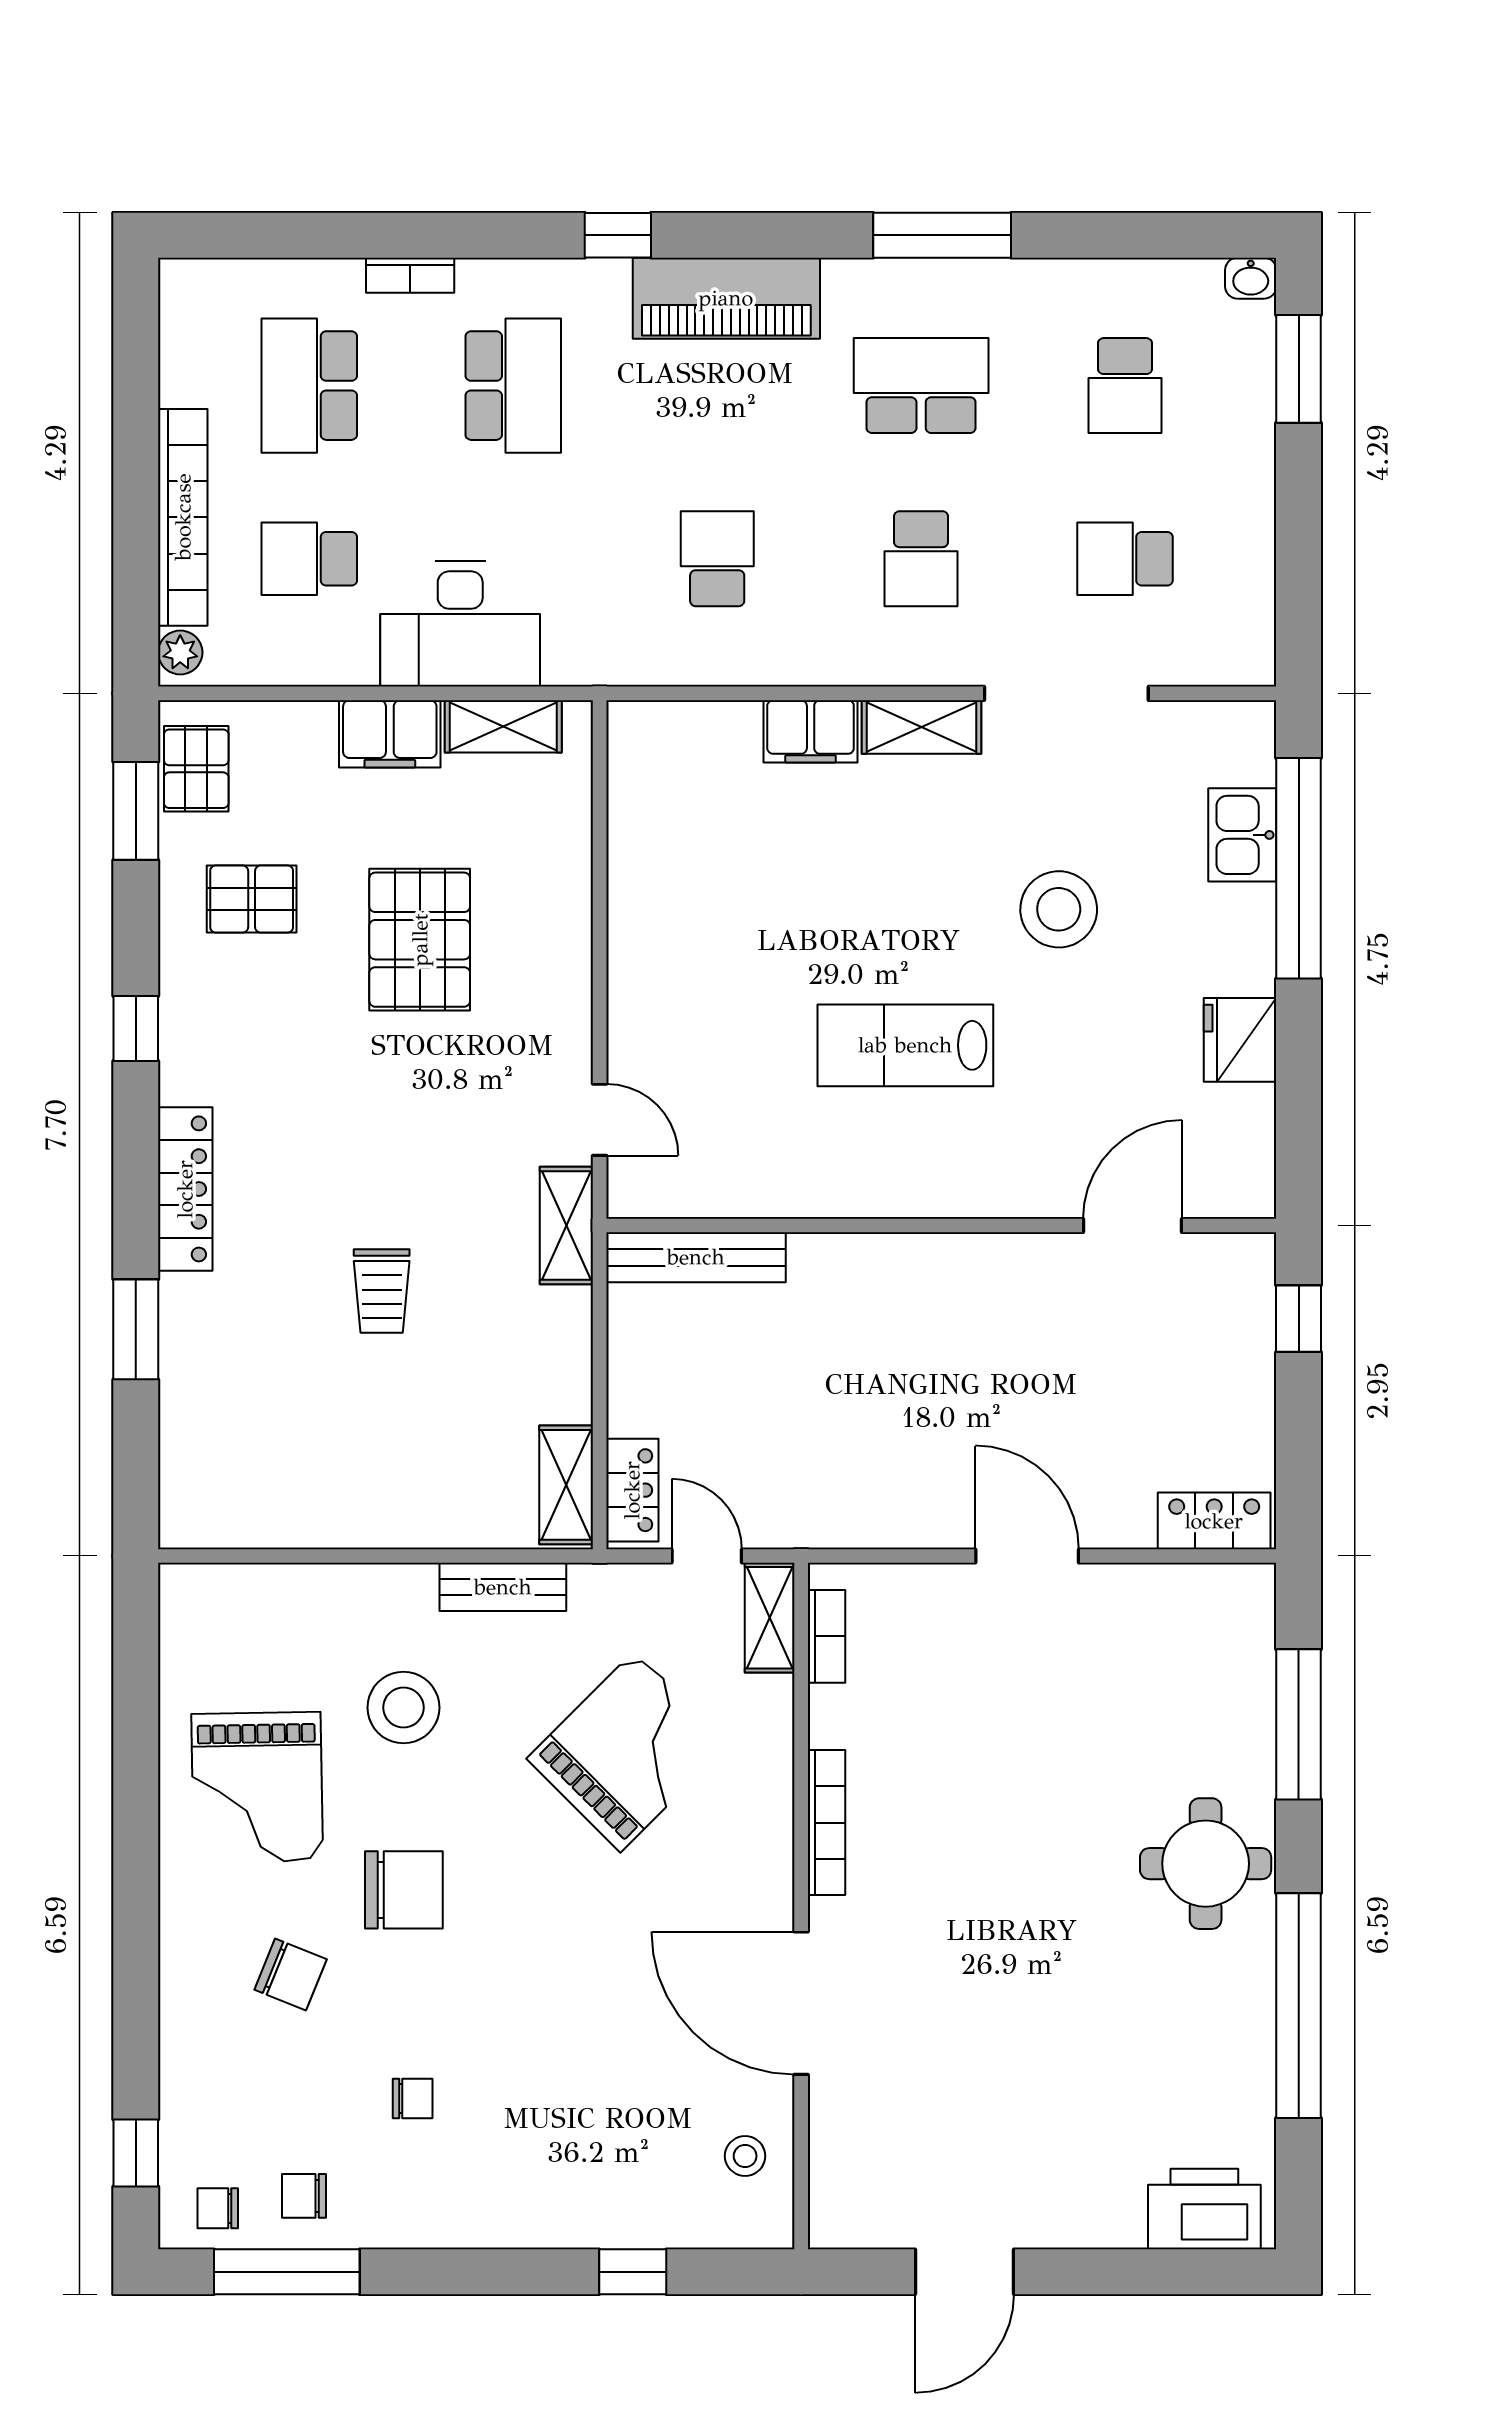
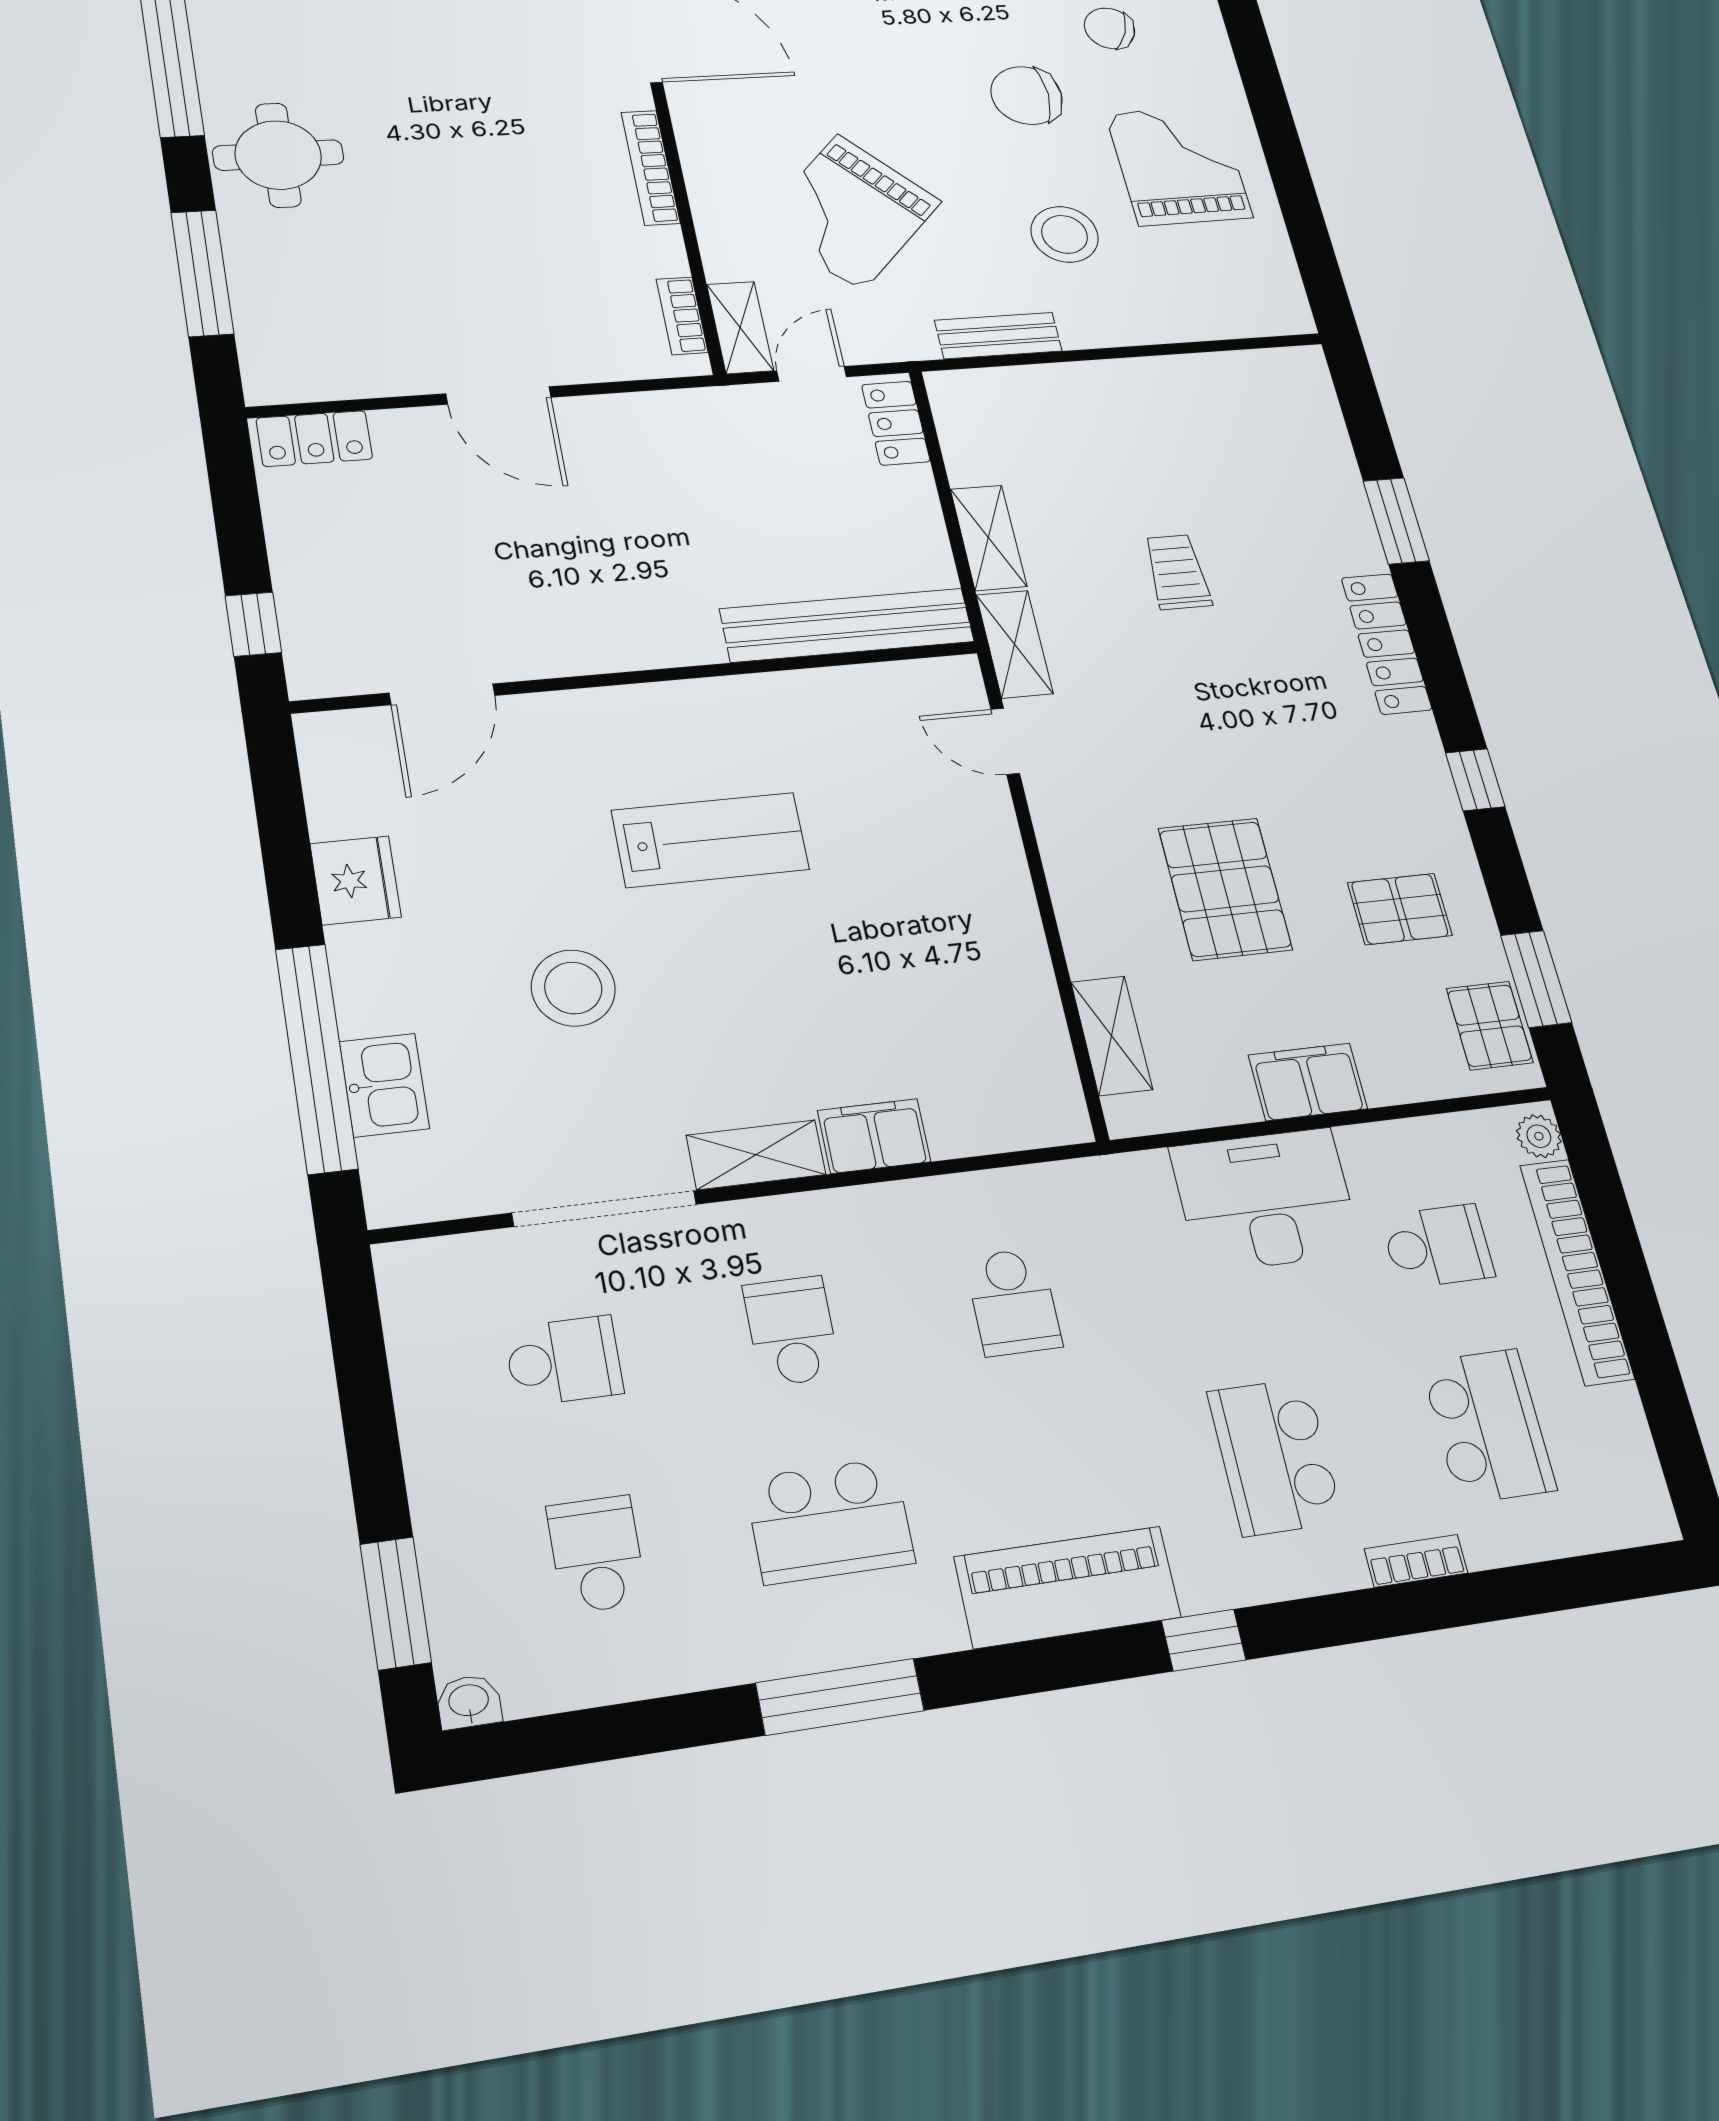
shelving: (503, 726) -> (1112, 1036), moved, turned 90
bench: (696, 1257) -> (847, 625), width x1.37, depth x1.21
shelving: (566, 1485) -> (988, 538), moved
door: (707, 1556) -> (812, 374), swing flipped

